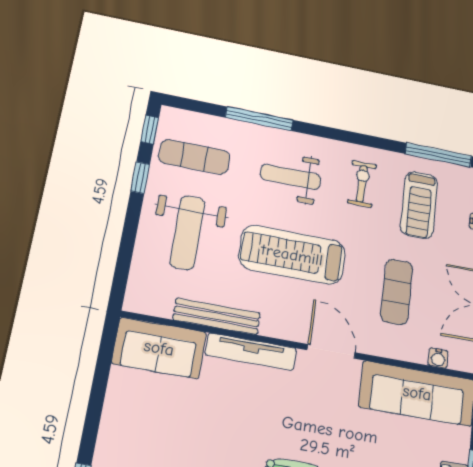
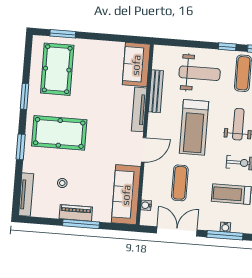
weight bench: (188, 232) -> (200, 73), turned 180
treadmill: (292, 255) -> (194, 127), turned 180
exercise mat: (397, 292) -> (180, 183), turned 90

